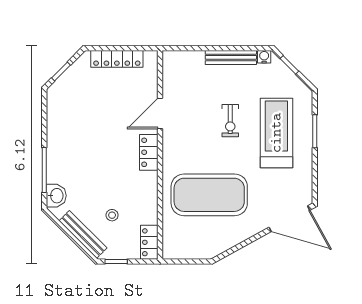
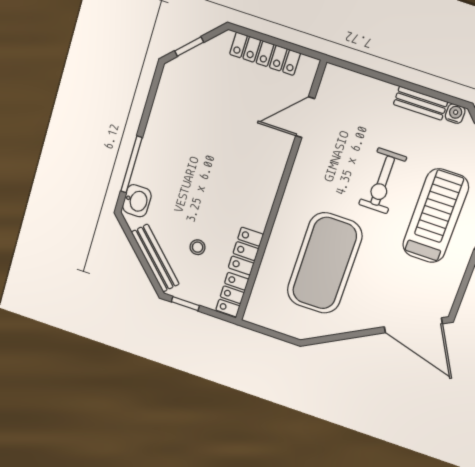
bench: (231, 57) -> (420, 103), width x0.73
door: (160, 113) -> (305, 117), moved
exercise bike: (230, 121) -> (383, 181), width x1.38, depth x1.39
locker: (149, 152) -> (246, 251), moved
exercise mat: (209, 195) -> (325, 263), turned 90

